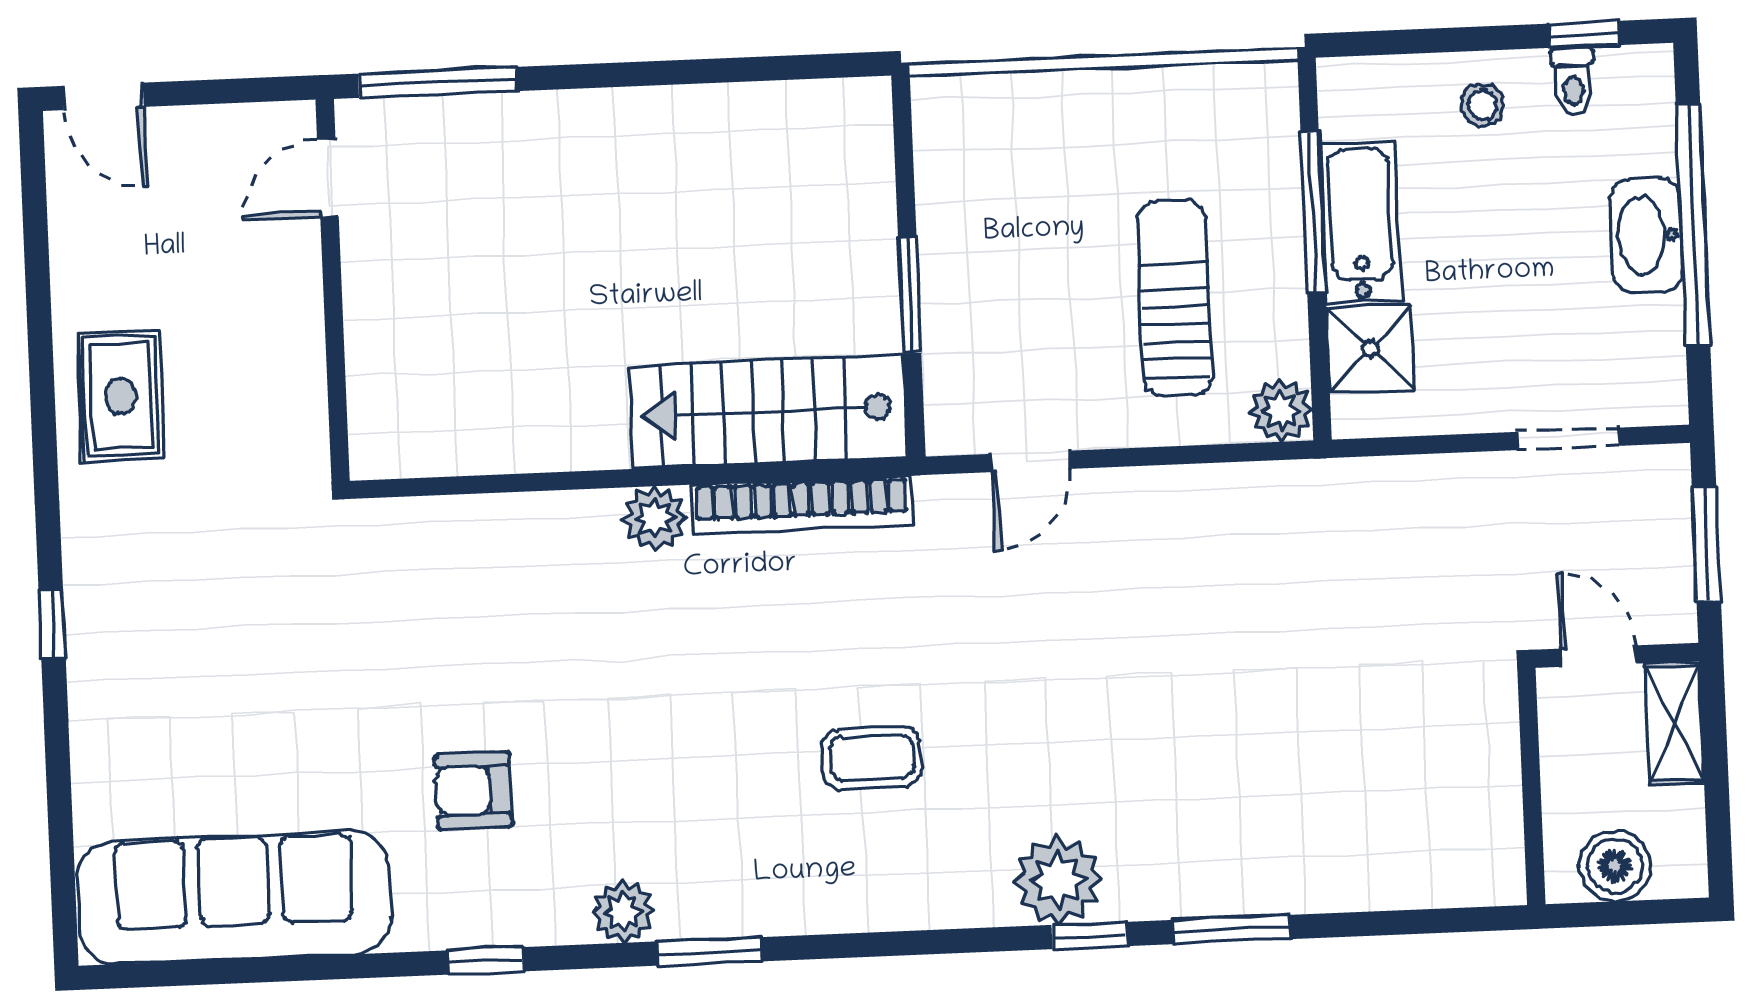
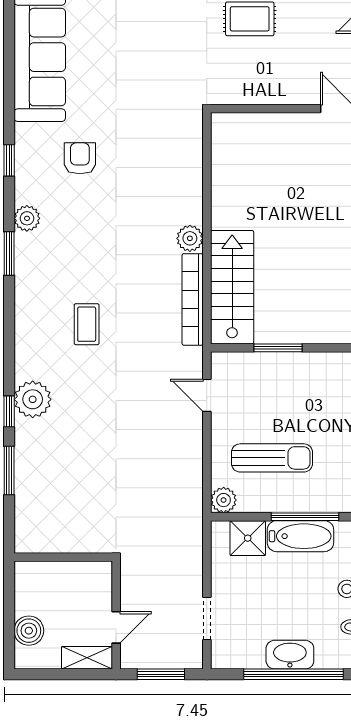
wall: (1531, 786) -> (63, 557), moved

